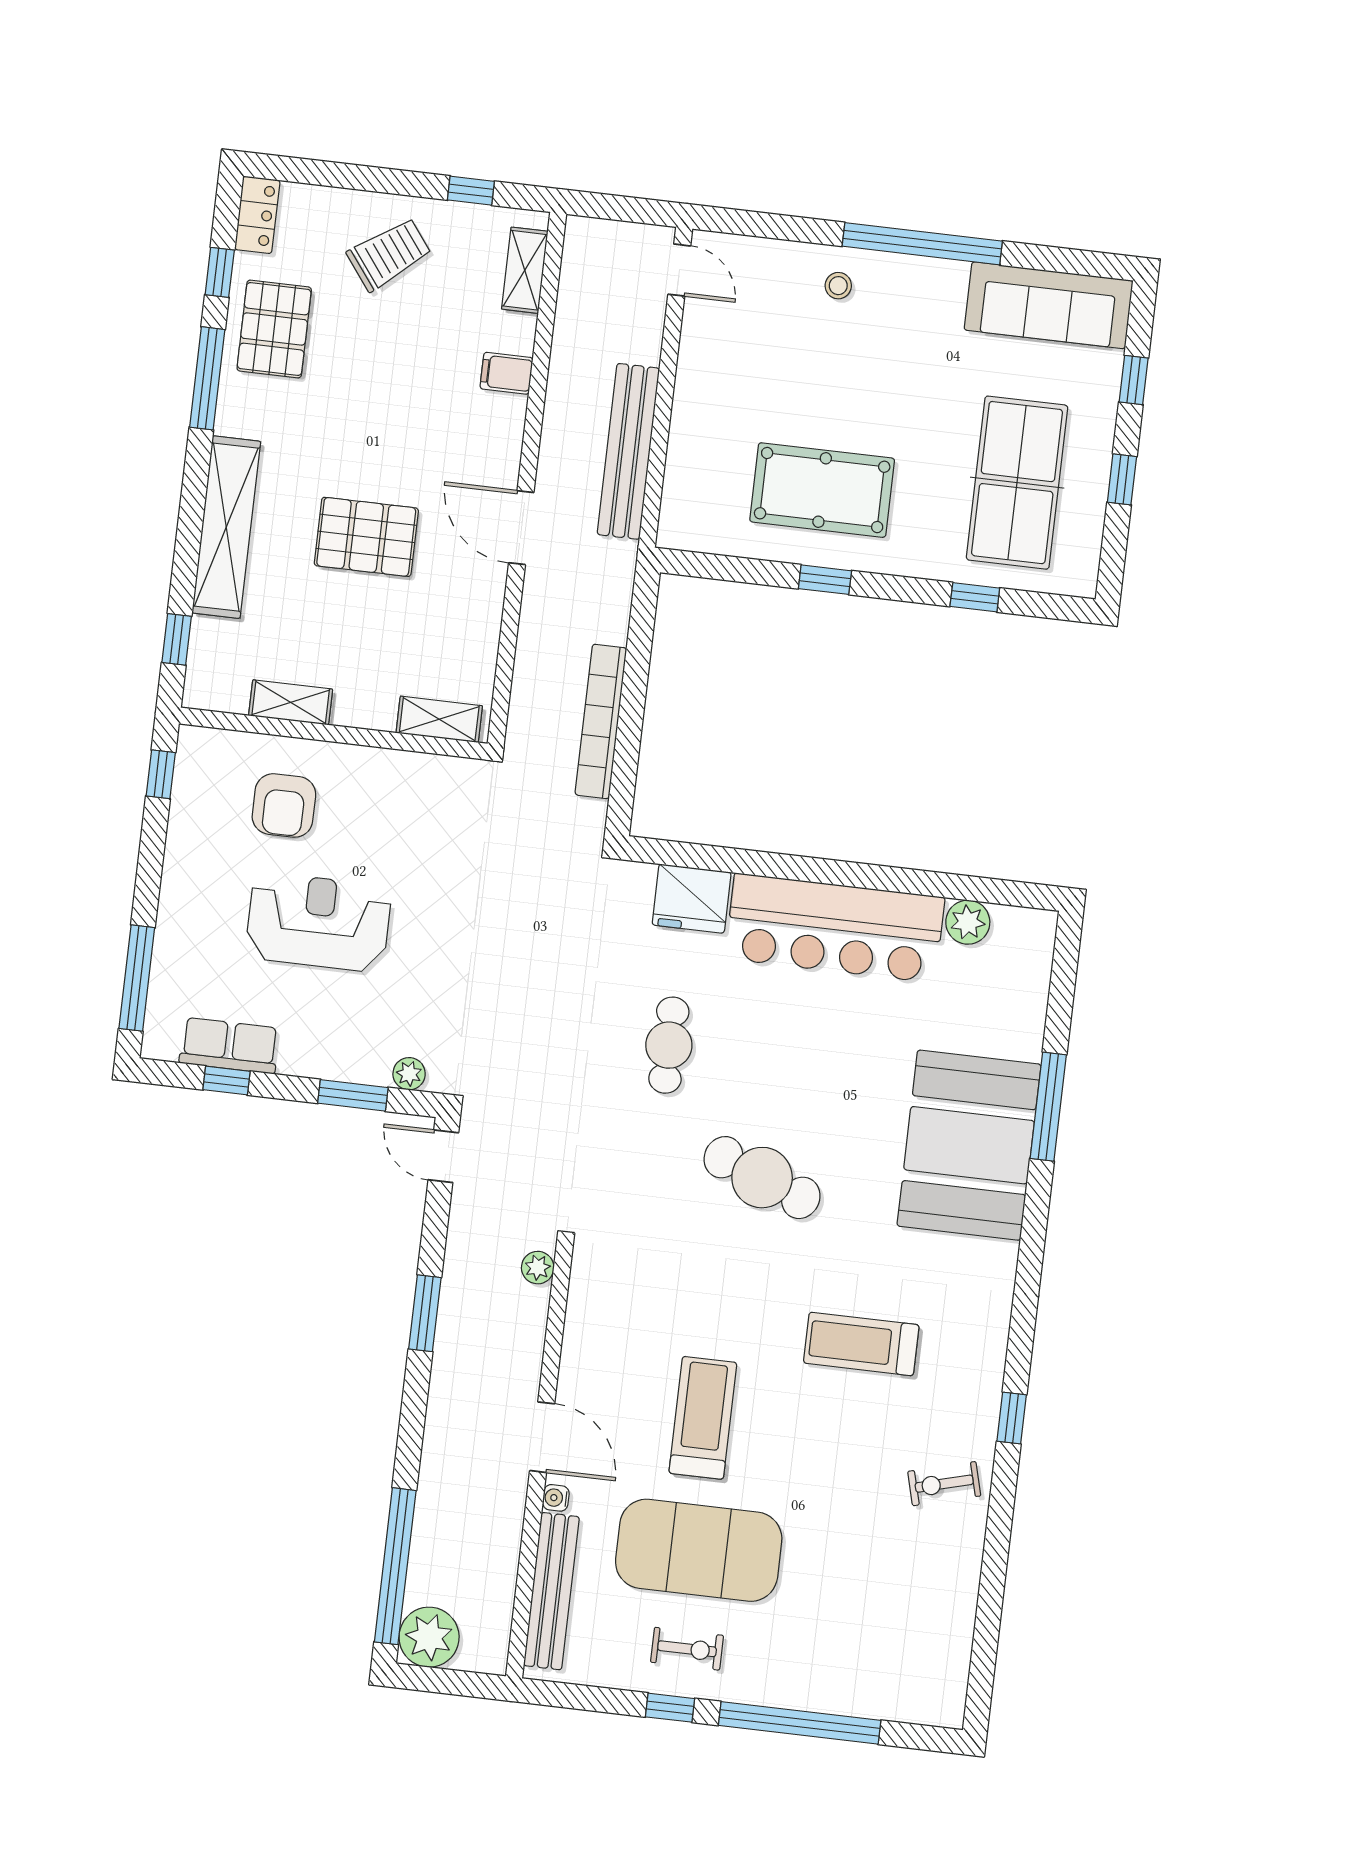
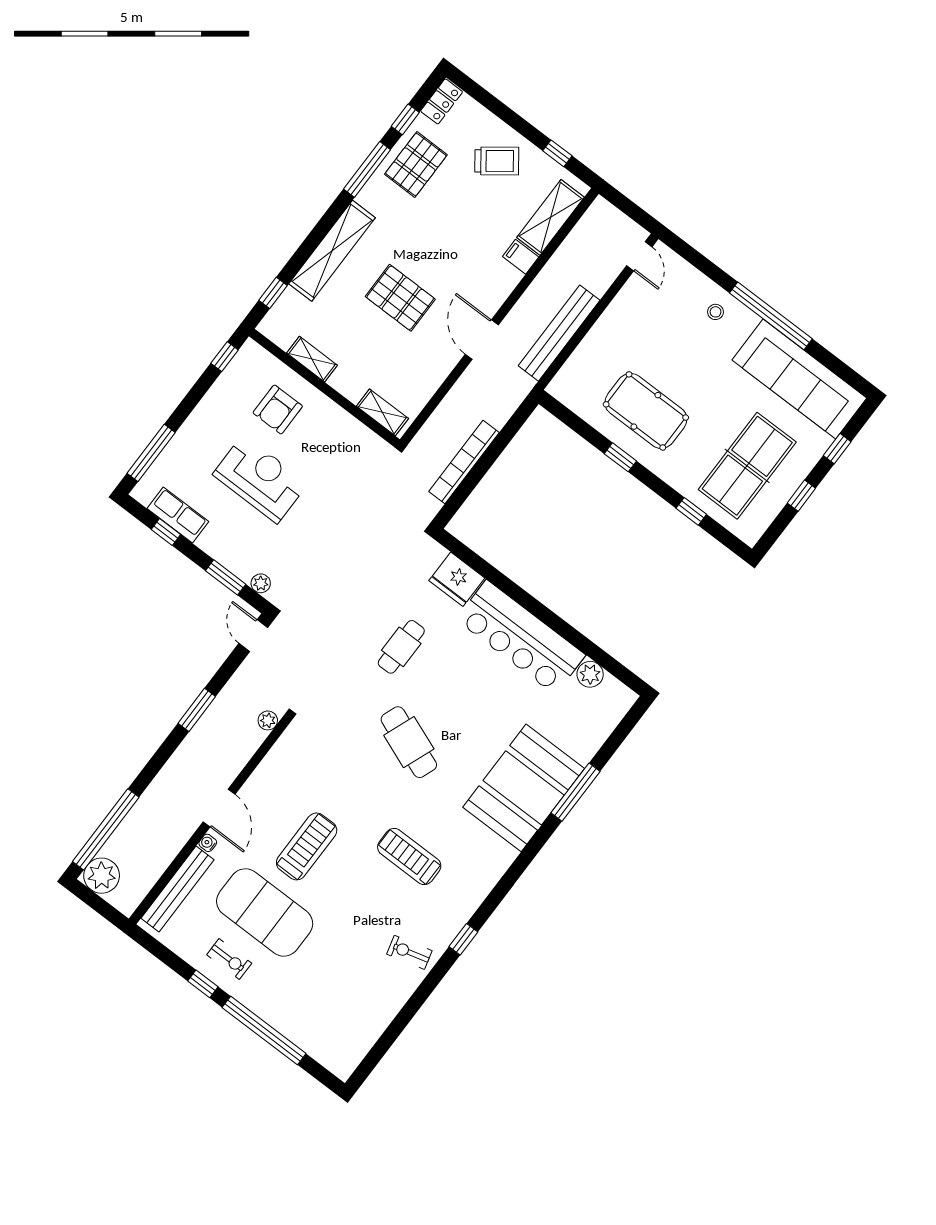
shelving: (525, 270) -> (551, 217), width x1.50, depth x1.33
sofa: (1049, 305) -> (799, 379), width x1.36, depth x1.27

